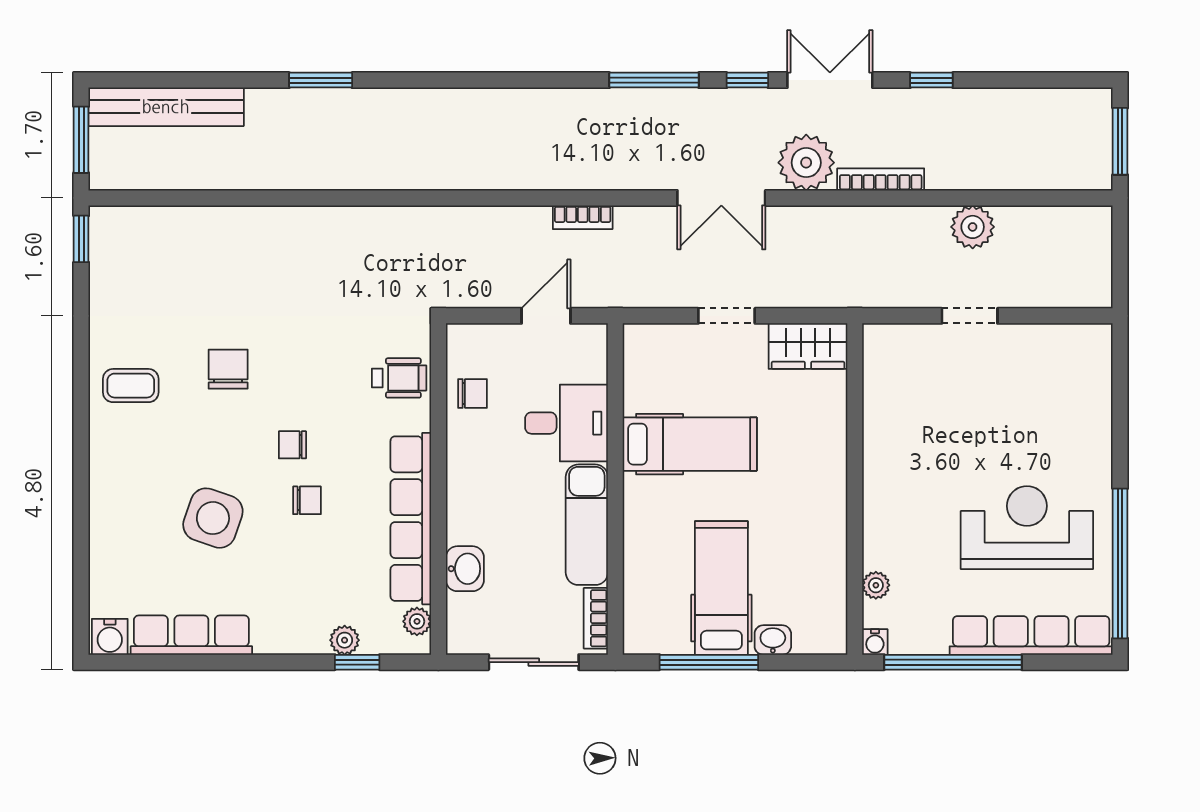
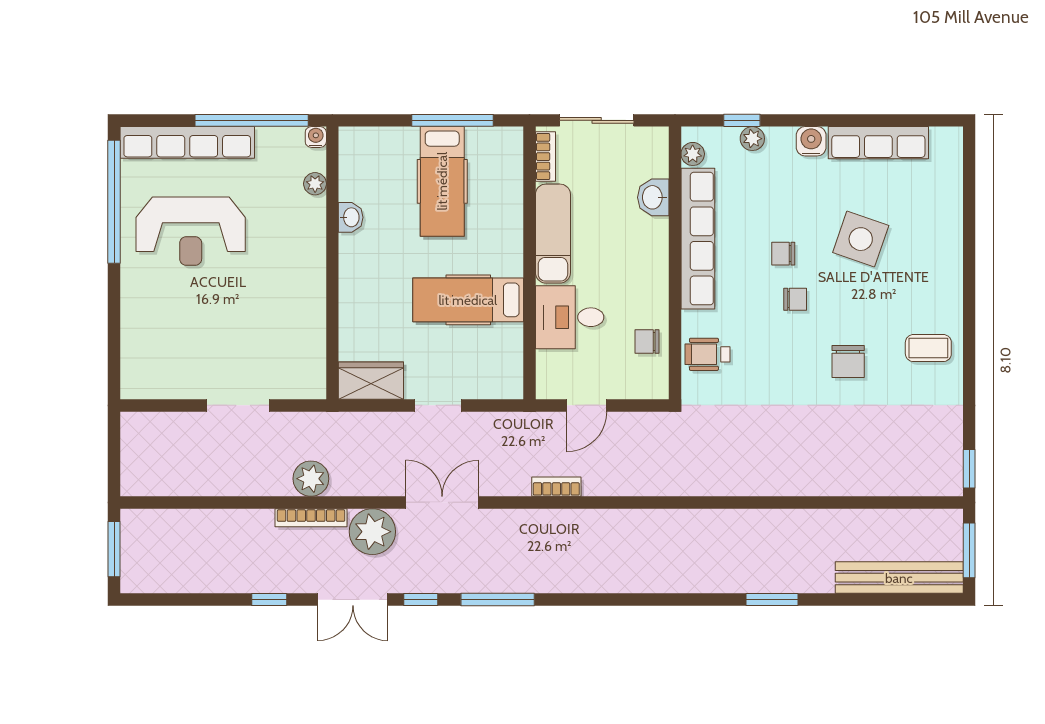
plant: (973, 227) -> (311, 479), moved
doorway: (970, 316) -> (238, 405), width x1.38
water cooler: (110, 637) -> (811, 141), moved
washbasin: (773, 640) -> (351, 217), moved, turned -90

